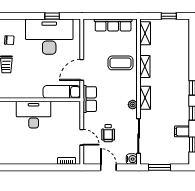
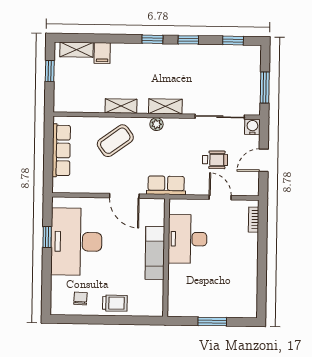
shelving: (145, 33) -> (77, 50), moved
coffee table: (121, 63) -> (115, 141), turned 54
exam couch: (62, 92) -> (155, 253), moved
plant: (133, 105) -> (156, 124), moved
desk: (34, 115) -> (187, 239), moved
filing cabinet: (182, 131) -> (102, 53), moved
door: (82, 137) -> (220, 197), hinge flipped

